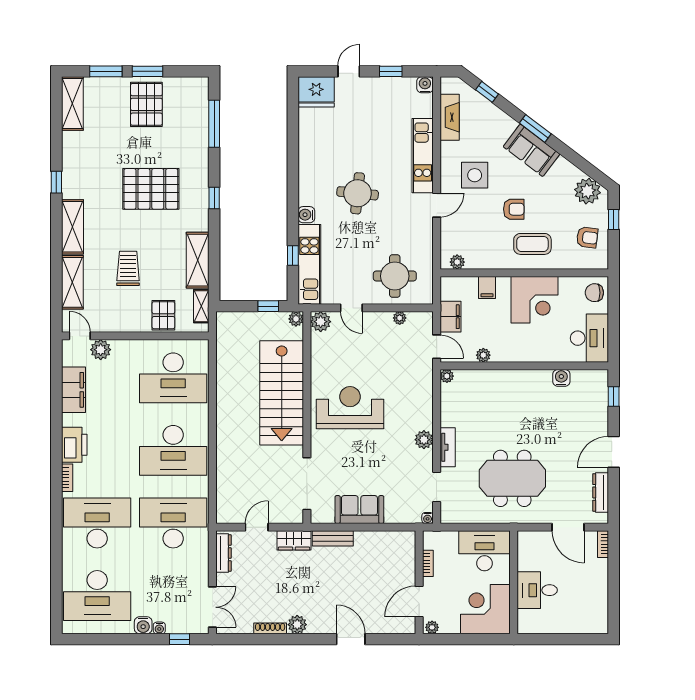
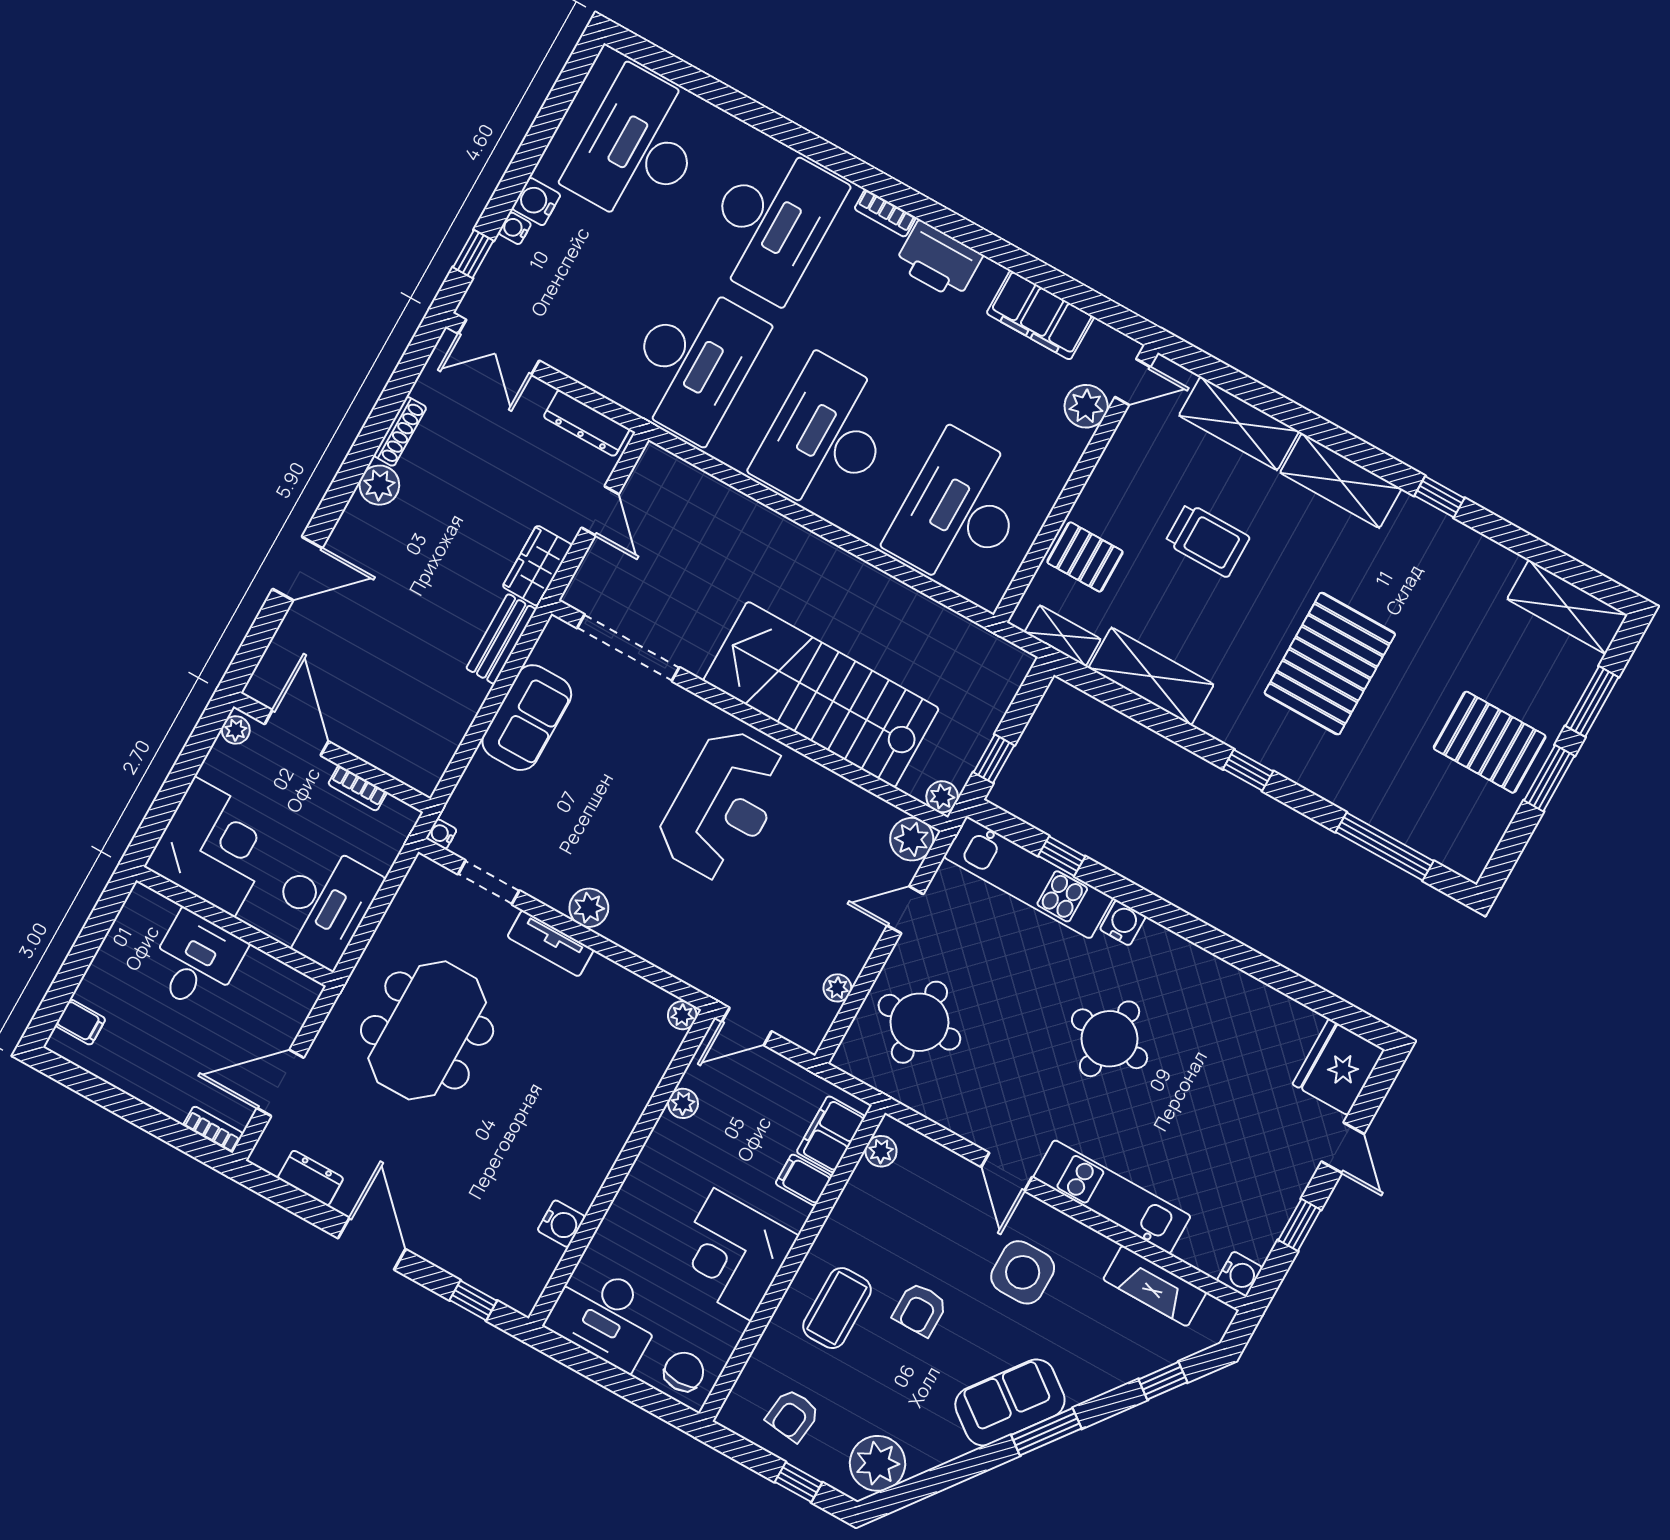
filing cabinet: (450, 317) -> (831, 1134), moved, turned 90
dresser: (601, 492) -> (311, 1178), width x0.70
filing cabinet: (589, 624) -> (80, 1022), added

